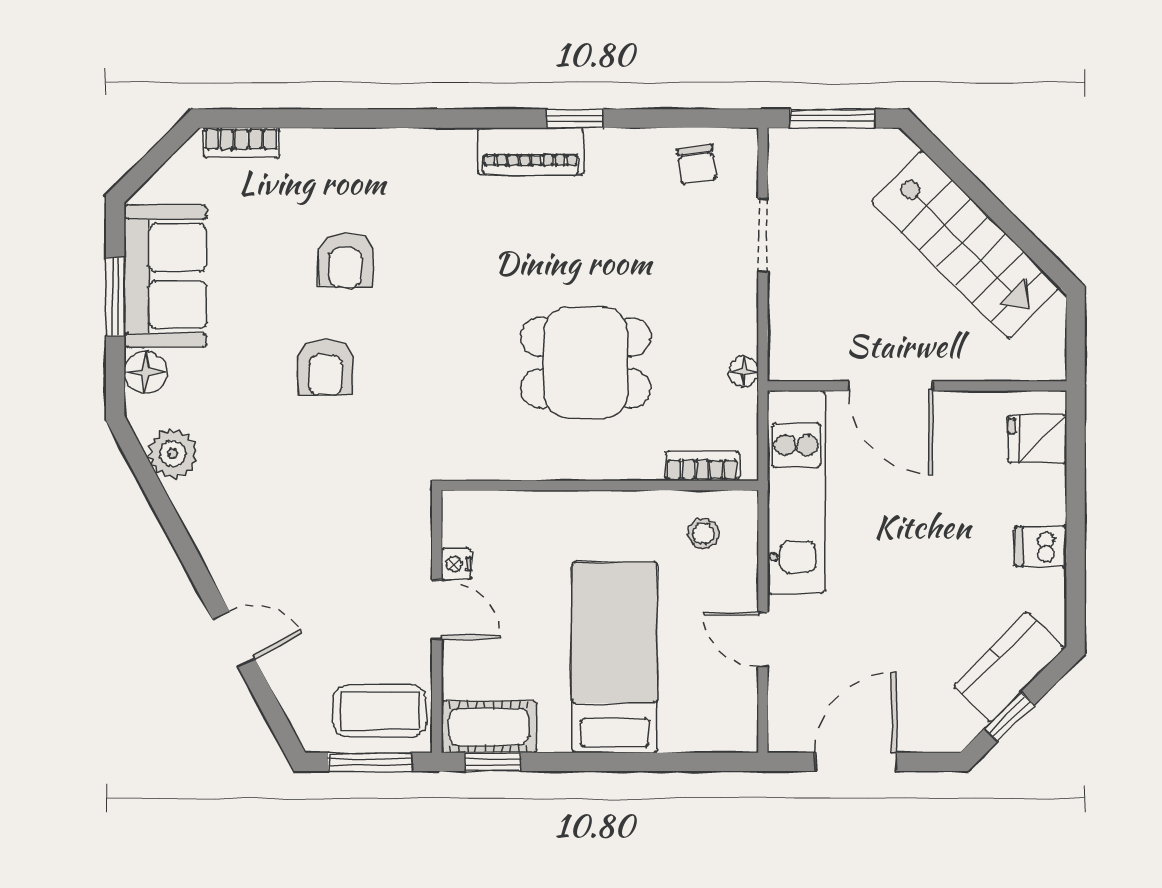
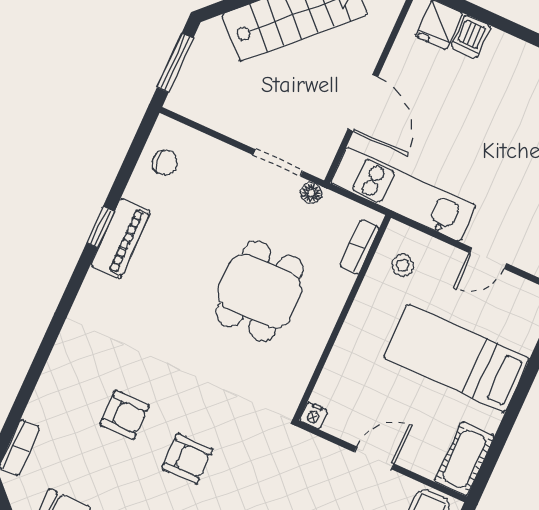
piano: (531, 151) -> (121, 238), moved
doorway: (763, 235) -> (278, 163), moved
door: (891, 386) -> (363, 103), hinge flipped
dishwasher: (1041, 546) -> (471, 36), moved
nightstand: (456, 564) -> (314, 415), moved
window: (493, 762) -> (488, 466), removed

